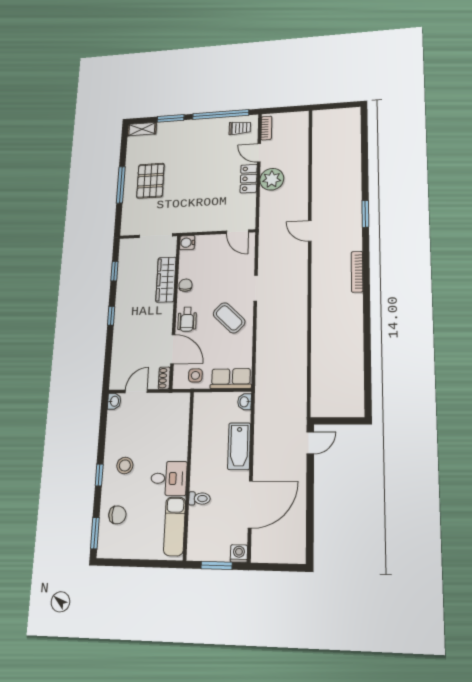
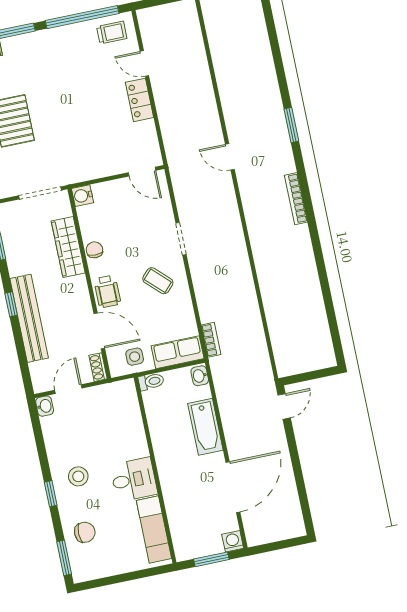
bookcase: (266, 128) -> (211, 340), moved
plant: (272, 179) -> (169, 97), removed
coffee table: (229, 318) -> (158, 281), width x0.73, depth x0.77
bench: (122, 329) -> (29, 318), added
toilet: (199, 499) -> (151, 382), moved

